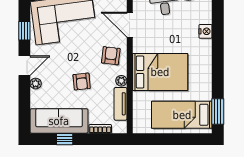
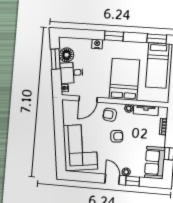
window: (24, 31) -> (133, 181), moved
window: (218, 53) -> (114, 36), added
armchair: (82, 82) -> (117, 136), moved
sofa: (59, 121) -> (155, 163), width x0.73

